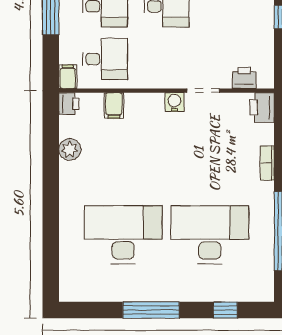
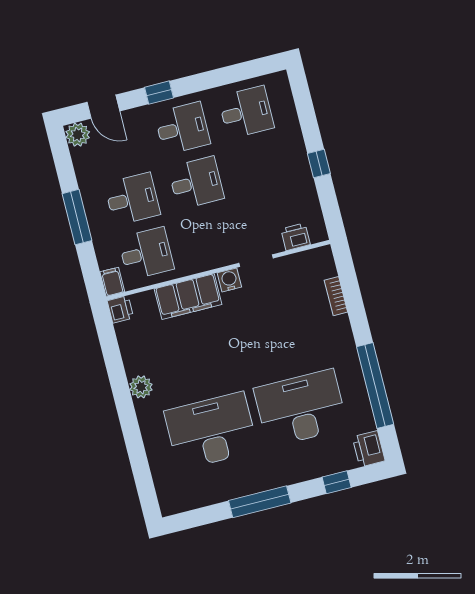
filing cabinet: (114, 106) -> (188, 297), width x3.00, depth x1.17
printer: (262, 107) -> (369, 449), moved
plant: (70, 149) -> (141, 387), moved
bookcase: (267, 163) -> (336, 296), moved

